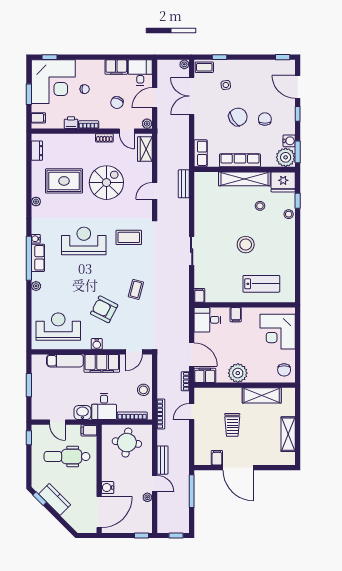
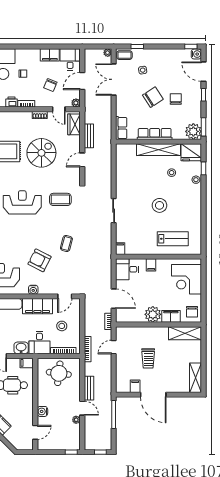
water cooler: (289, 141) -> (196, 54), moved
bench: (184, 184) -> (89, 136), moved
filing cabinet: (205, 375) -> (171, 316), moved
stool: (143, 390) -> (62, 326), moved
shelving: (262, 395) -> (185, 333), moved
shelving: (288, 434) -> (196, 378), moved
door: (99, 512) -> (35, 432), width x0.53

